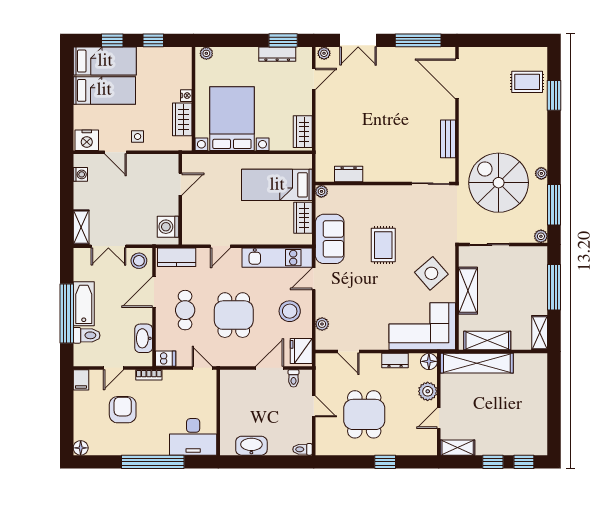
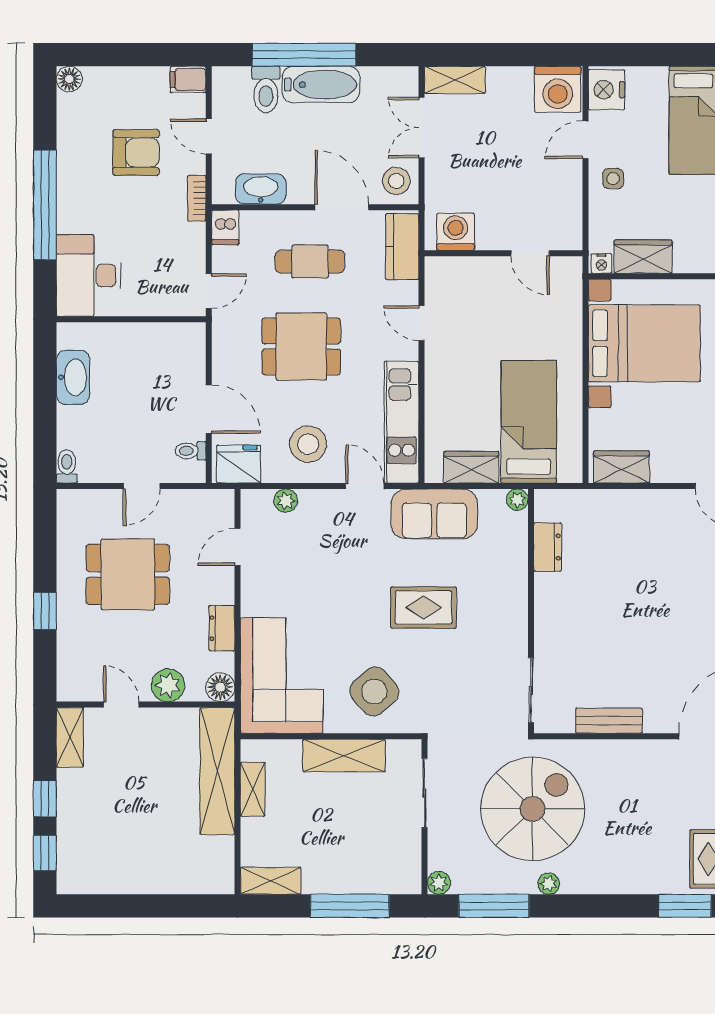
nightstand: (186, 96) -> (601, 263), moved
washing machine: (80, 174) -> (558, 89), width x1.89, depth x1.89
shelving: (487, 341) -> (253, 789), width x0.67, depth x0.75

